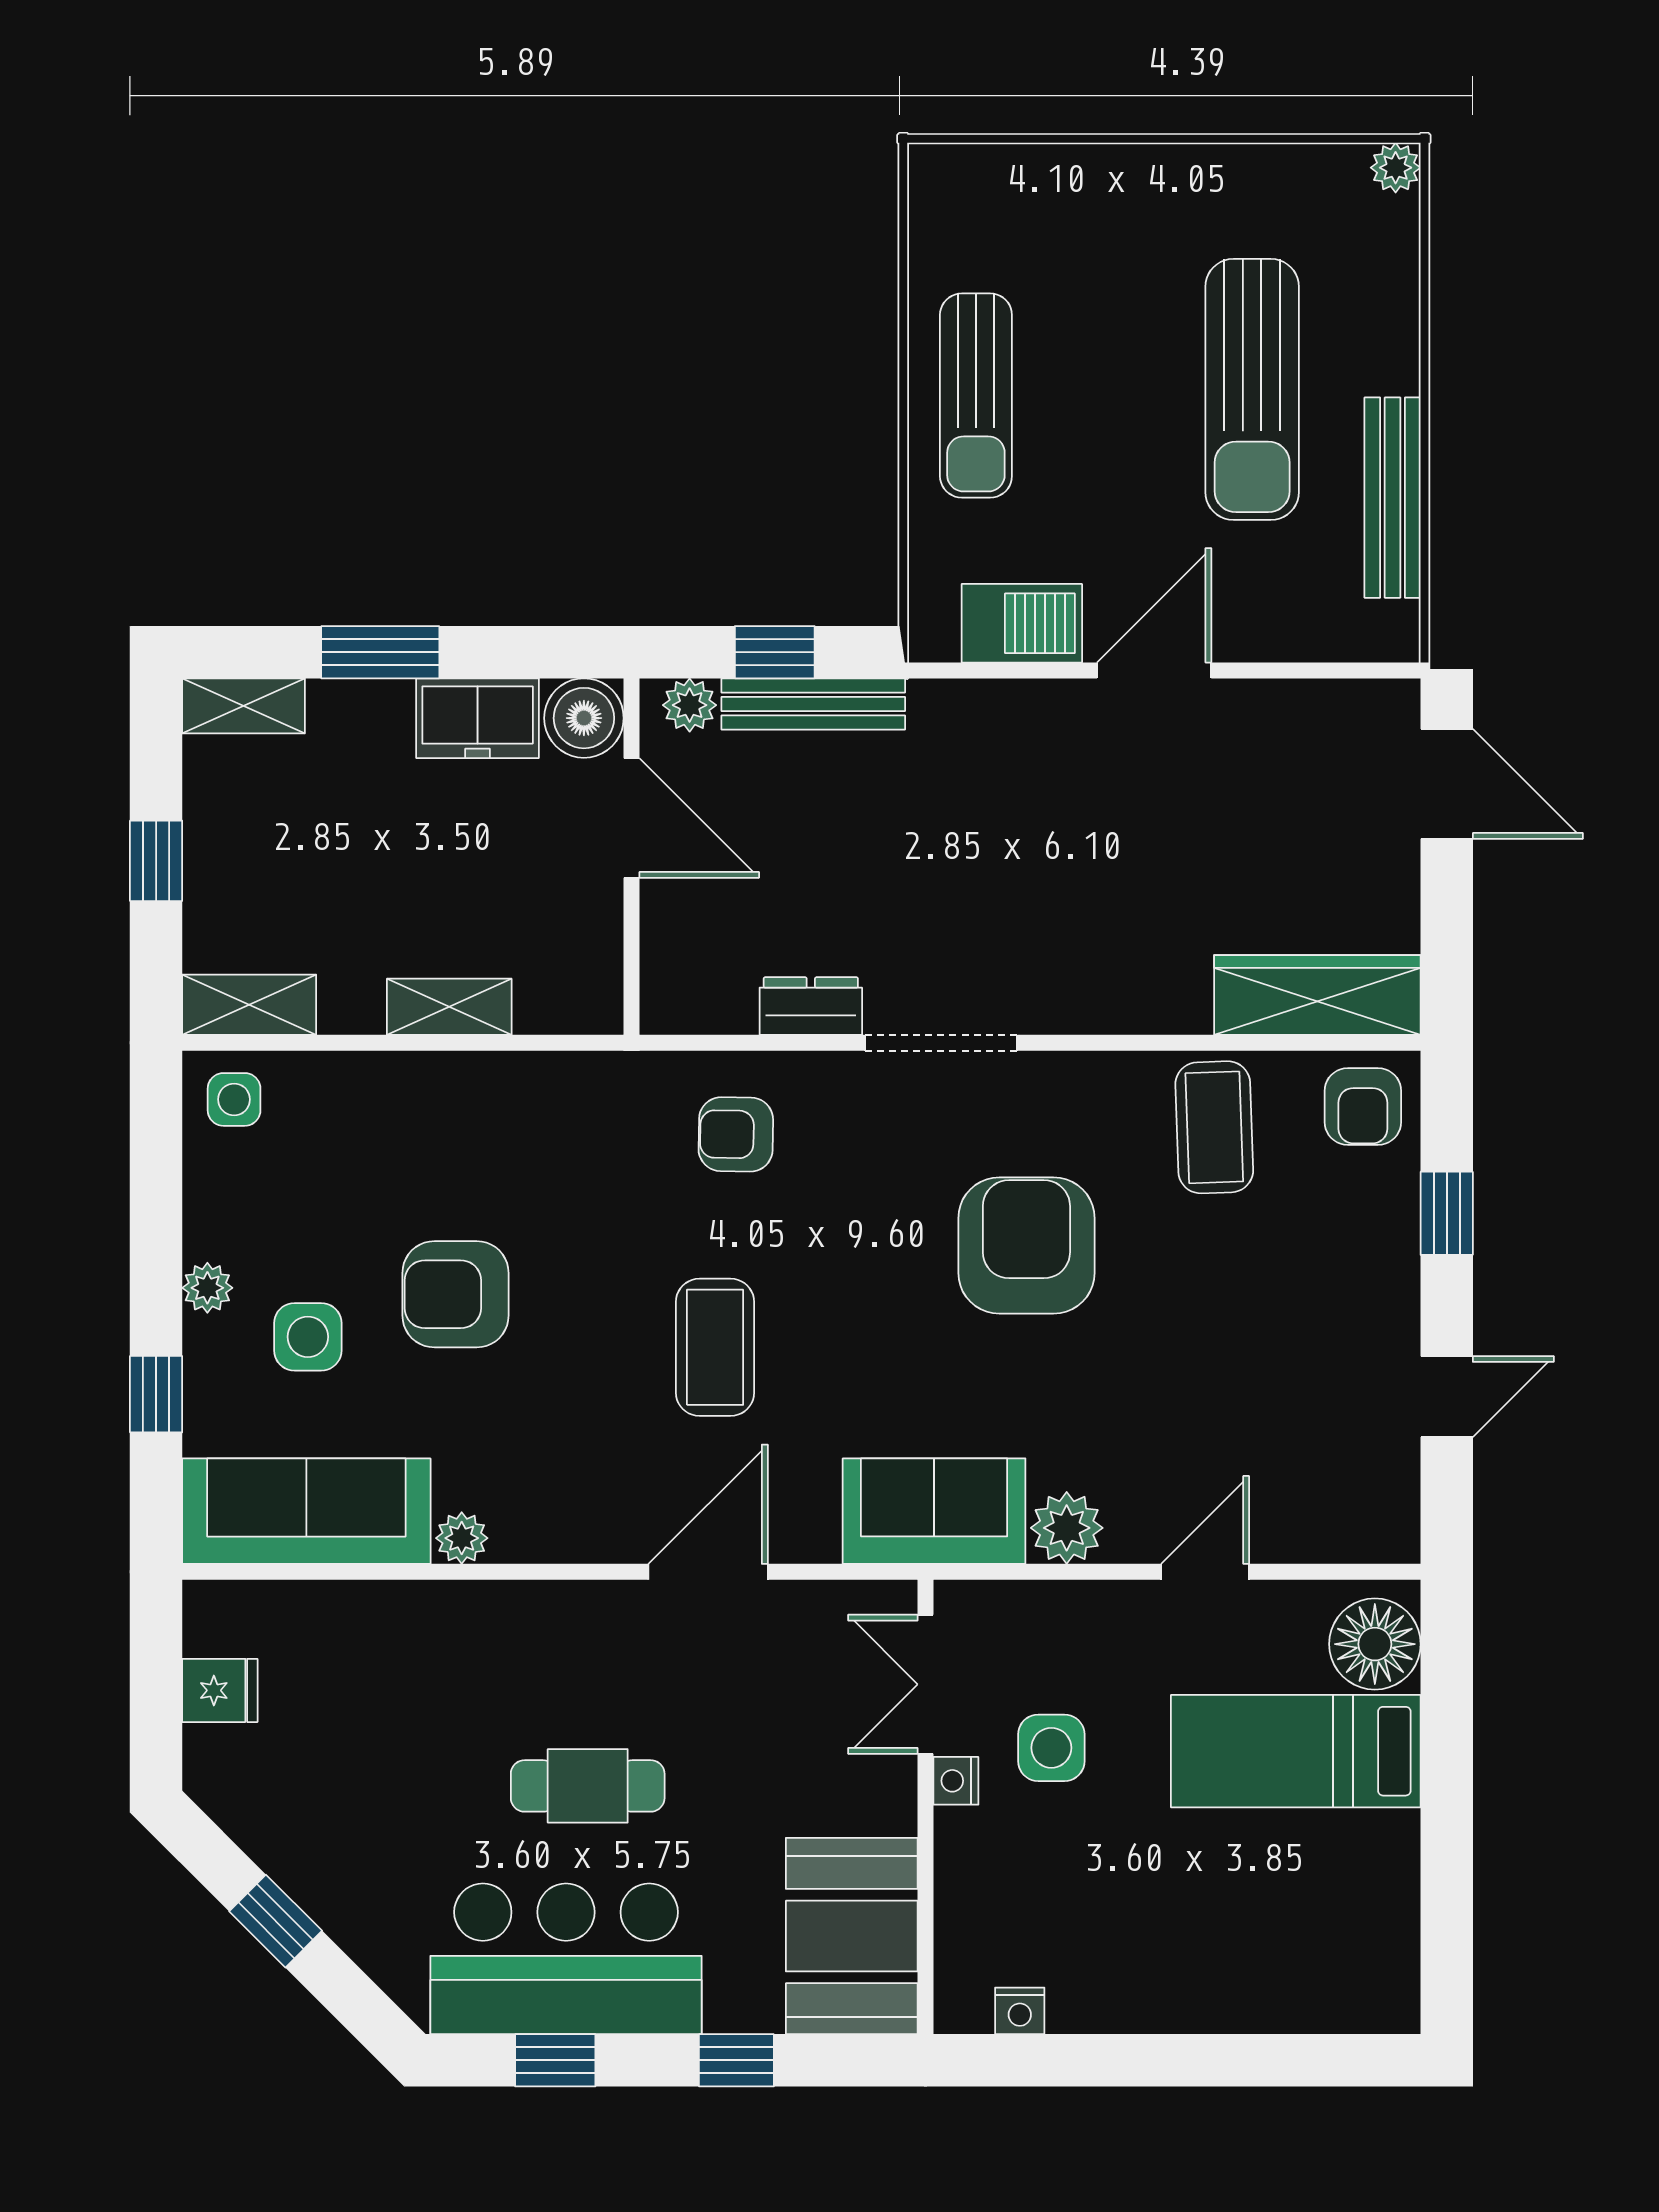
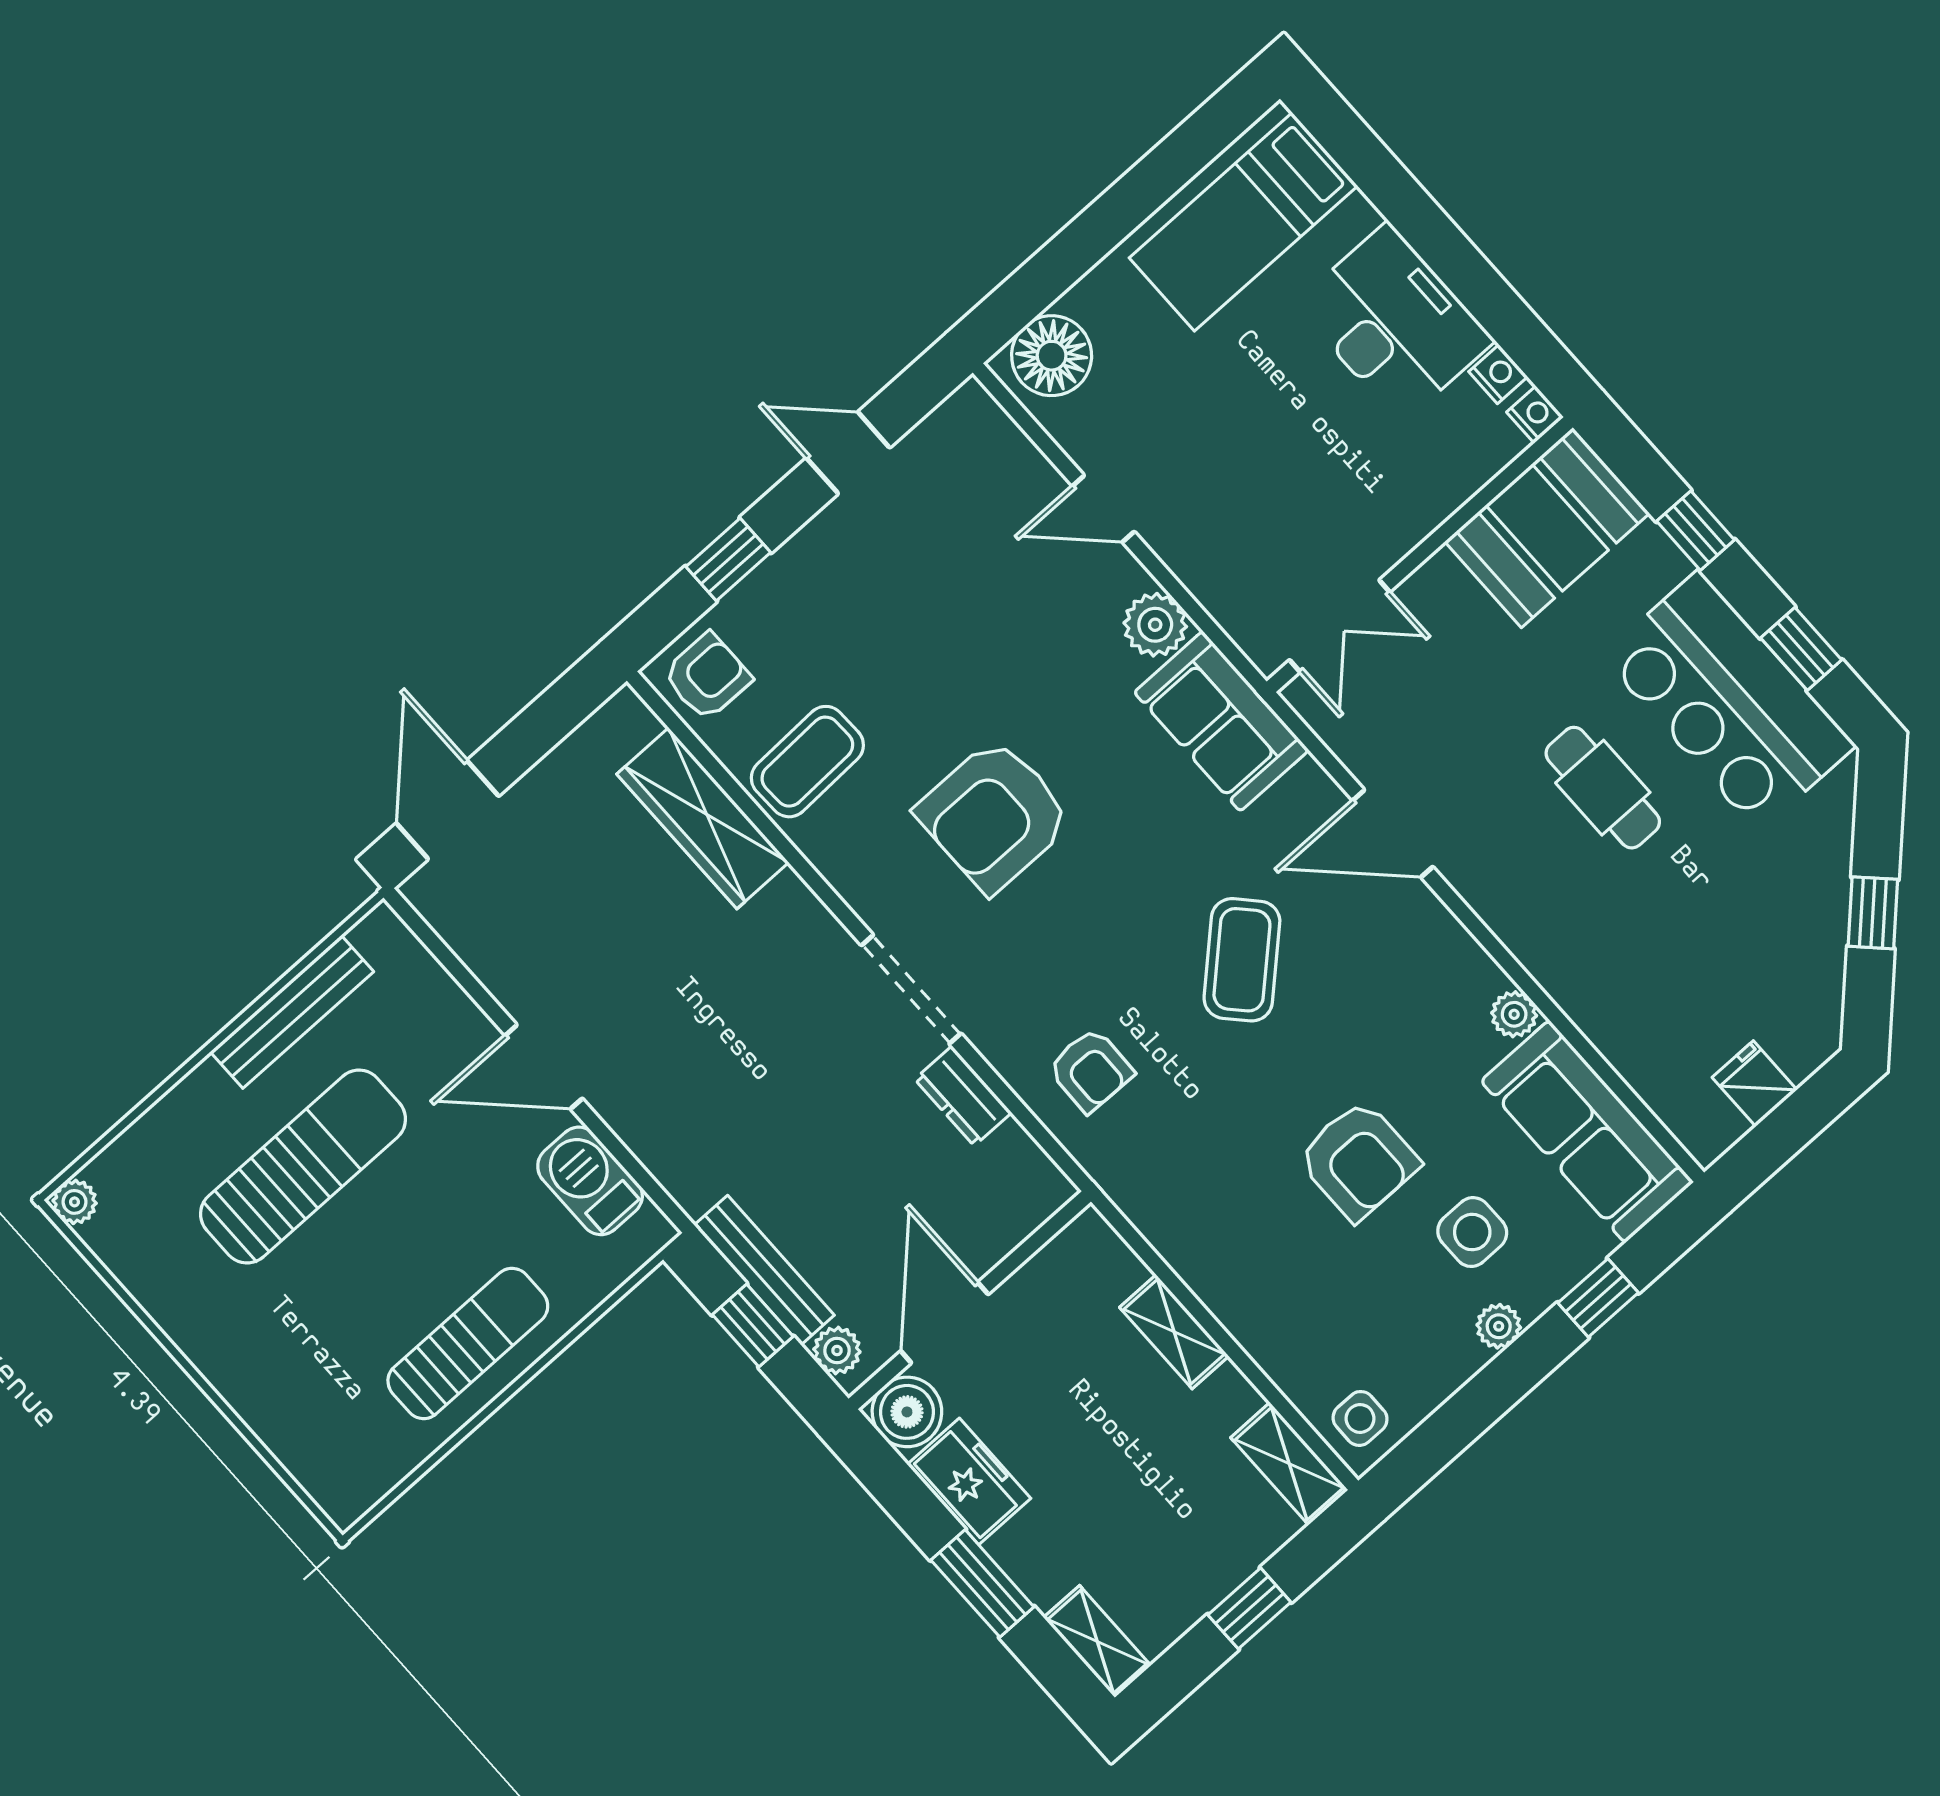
wardrobe: (1317, 995) -> (703, 818), moved
coffee table: (715, 1347) -> (1242, 960), turned -43
side table: (1051, 1748) -> (1308, 507), removed
bed: (1296, 1751) -> (1243, 222), moved, turned 90
nightstand: (956, 1781) -> (1535, 415), moved, turned -90
desk: (1142, 1961) -> (1394, 323), added

